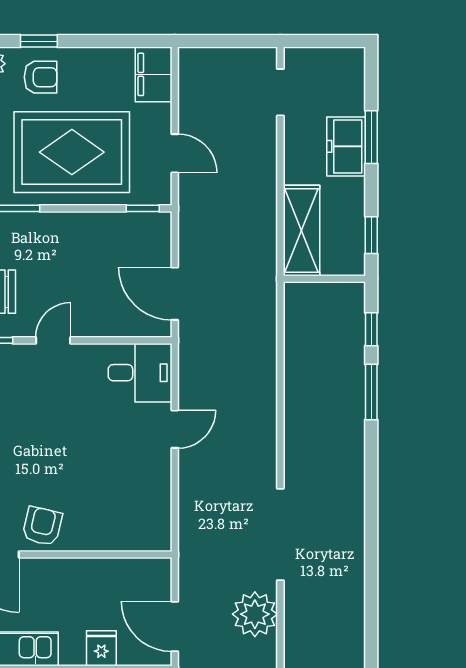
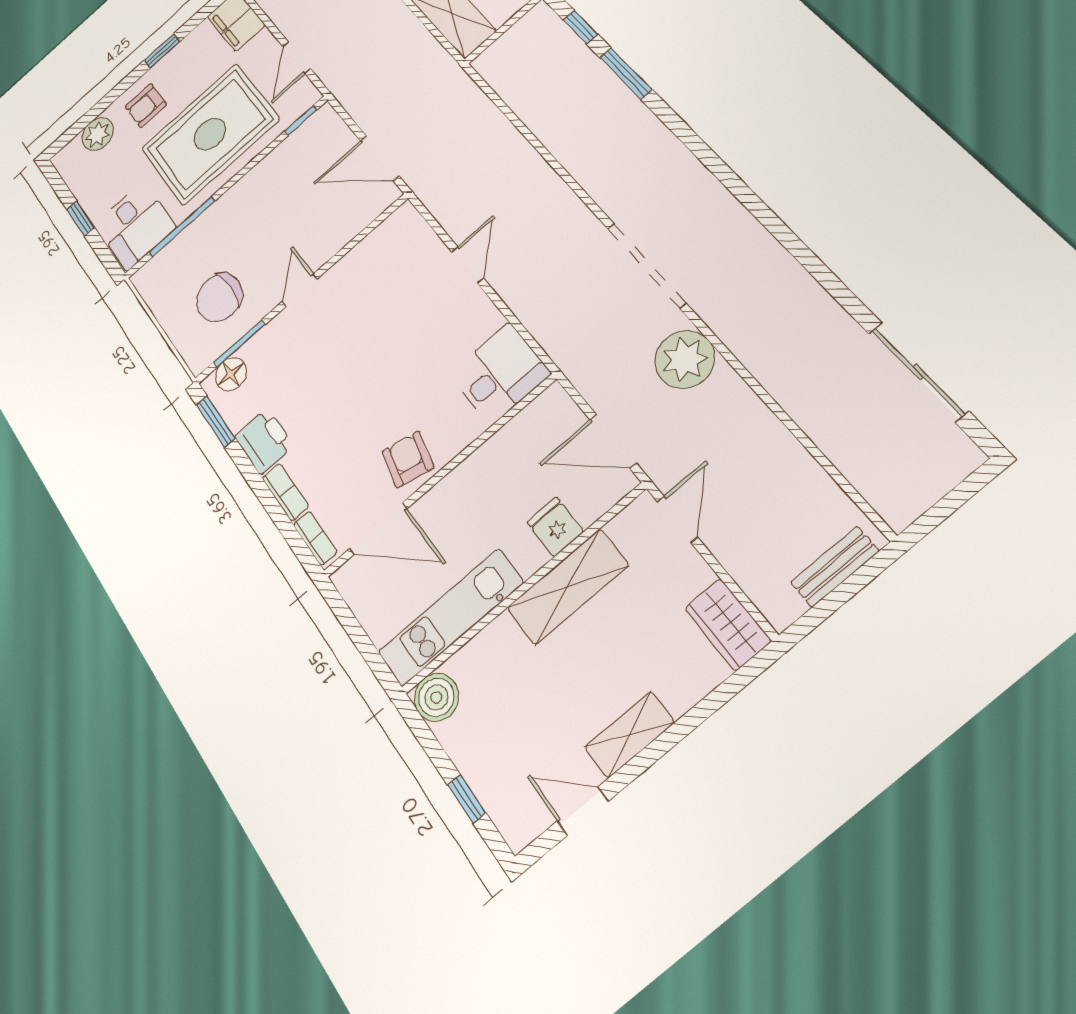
window: (39, 41) -> (162, 51), moved
armchair: (41, 77) -> (146, 106), turned 180
door: (175, 153) -> (297, 58), swing flipped
desk: (140, 373) -> (500, 374), moved

